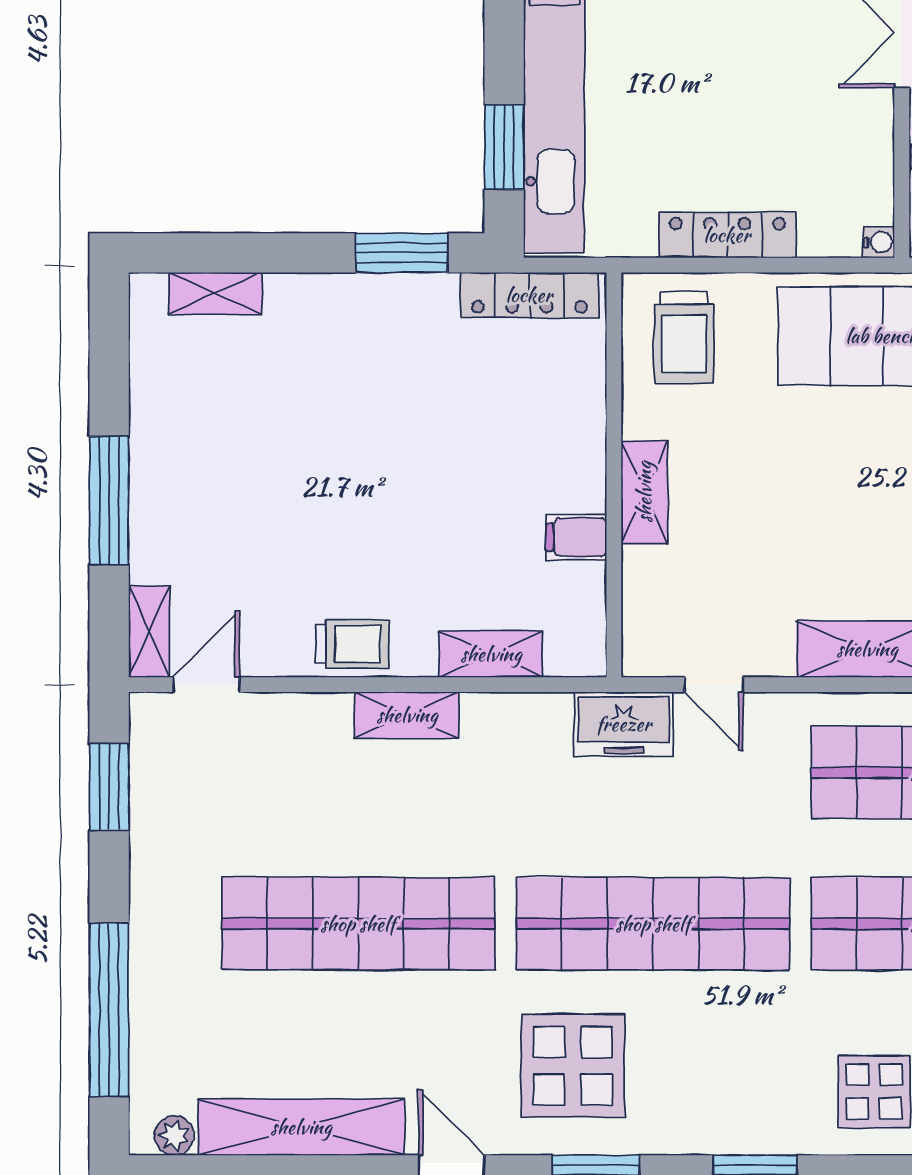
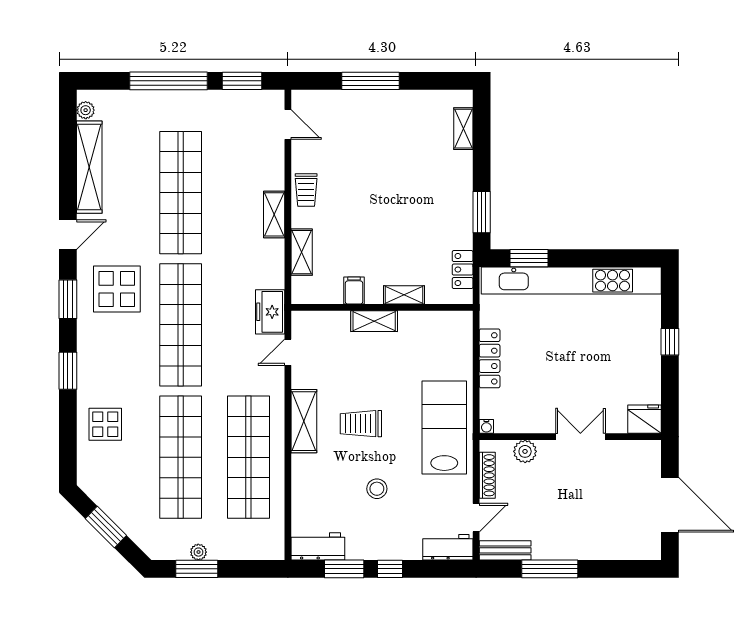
locker: (529, 295) -> (463, 270), width x0.66
trolley: (684, 337) -> (361, 424), moved
shelving: (149, 632) -> (404, 295), moved
window: (109, 1010) -> (168, 81), moved

